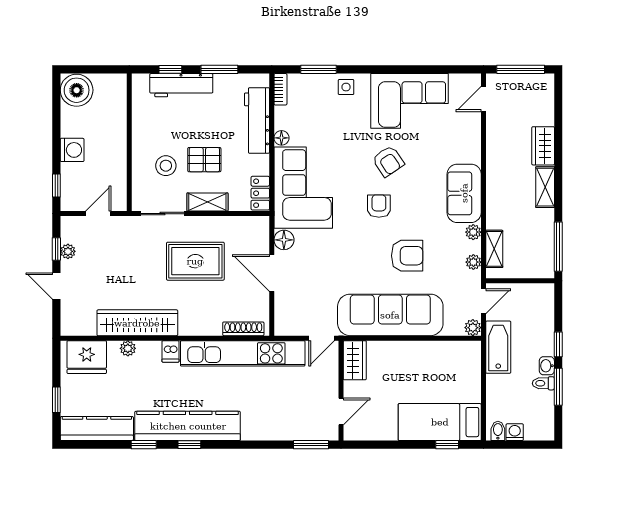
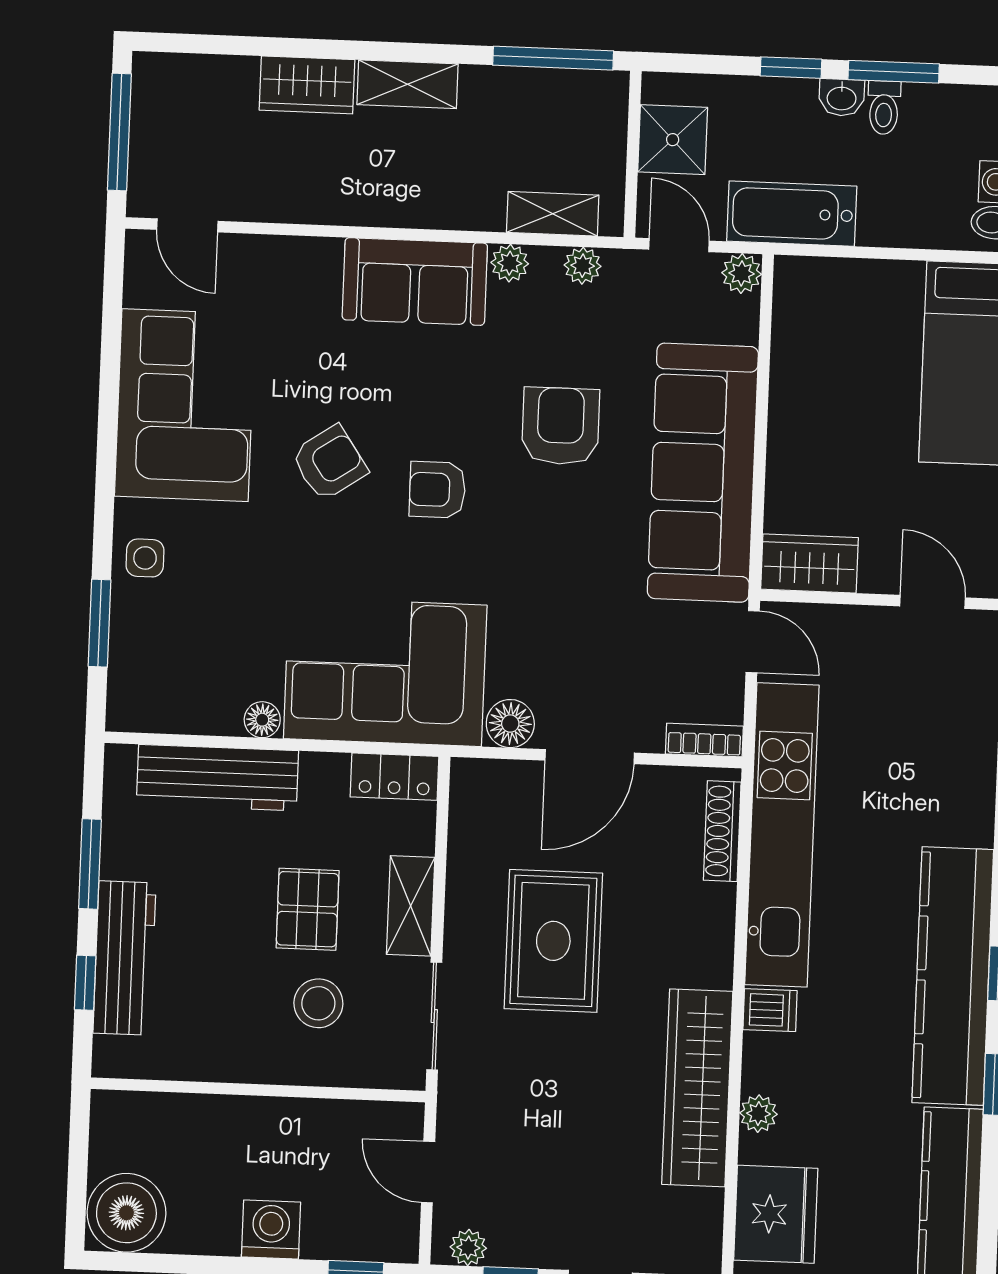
bookcase: (280, 89) -> (704, 740), moved
plant: (68, 251) -> (468, 1248), moved
shower: (527, 297) -> (673, 140), added

